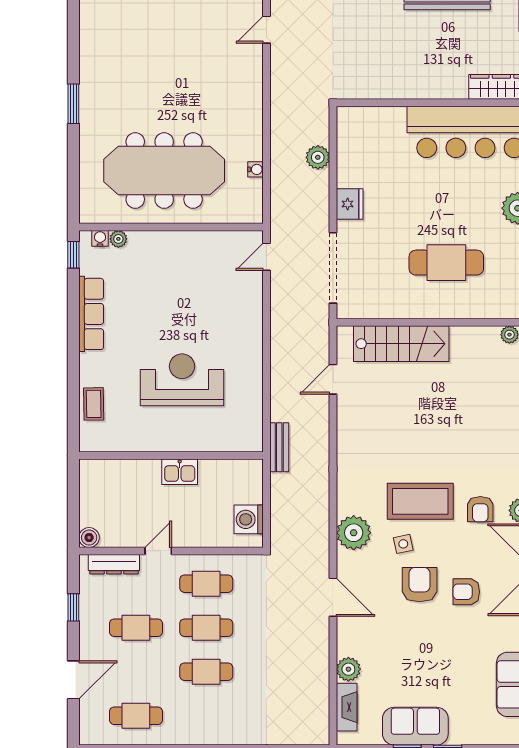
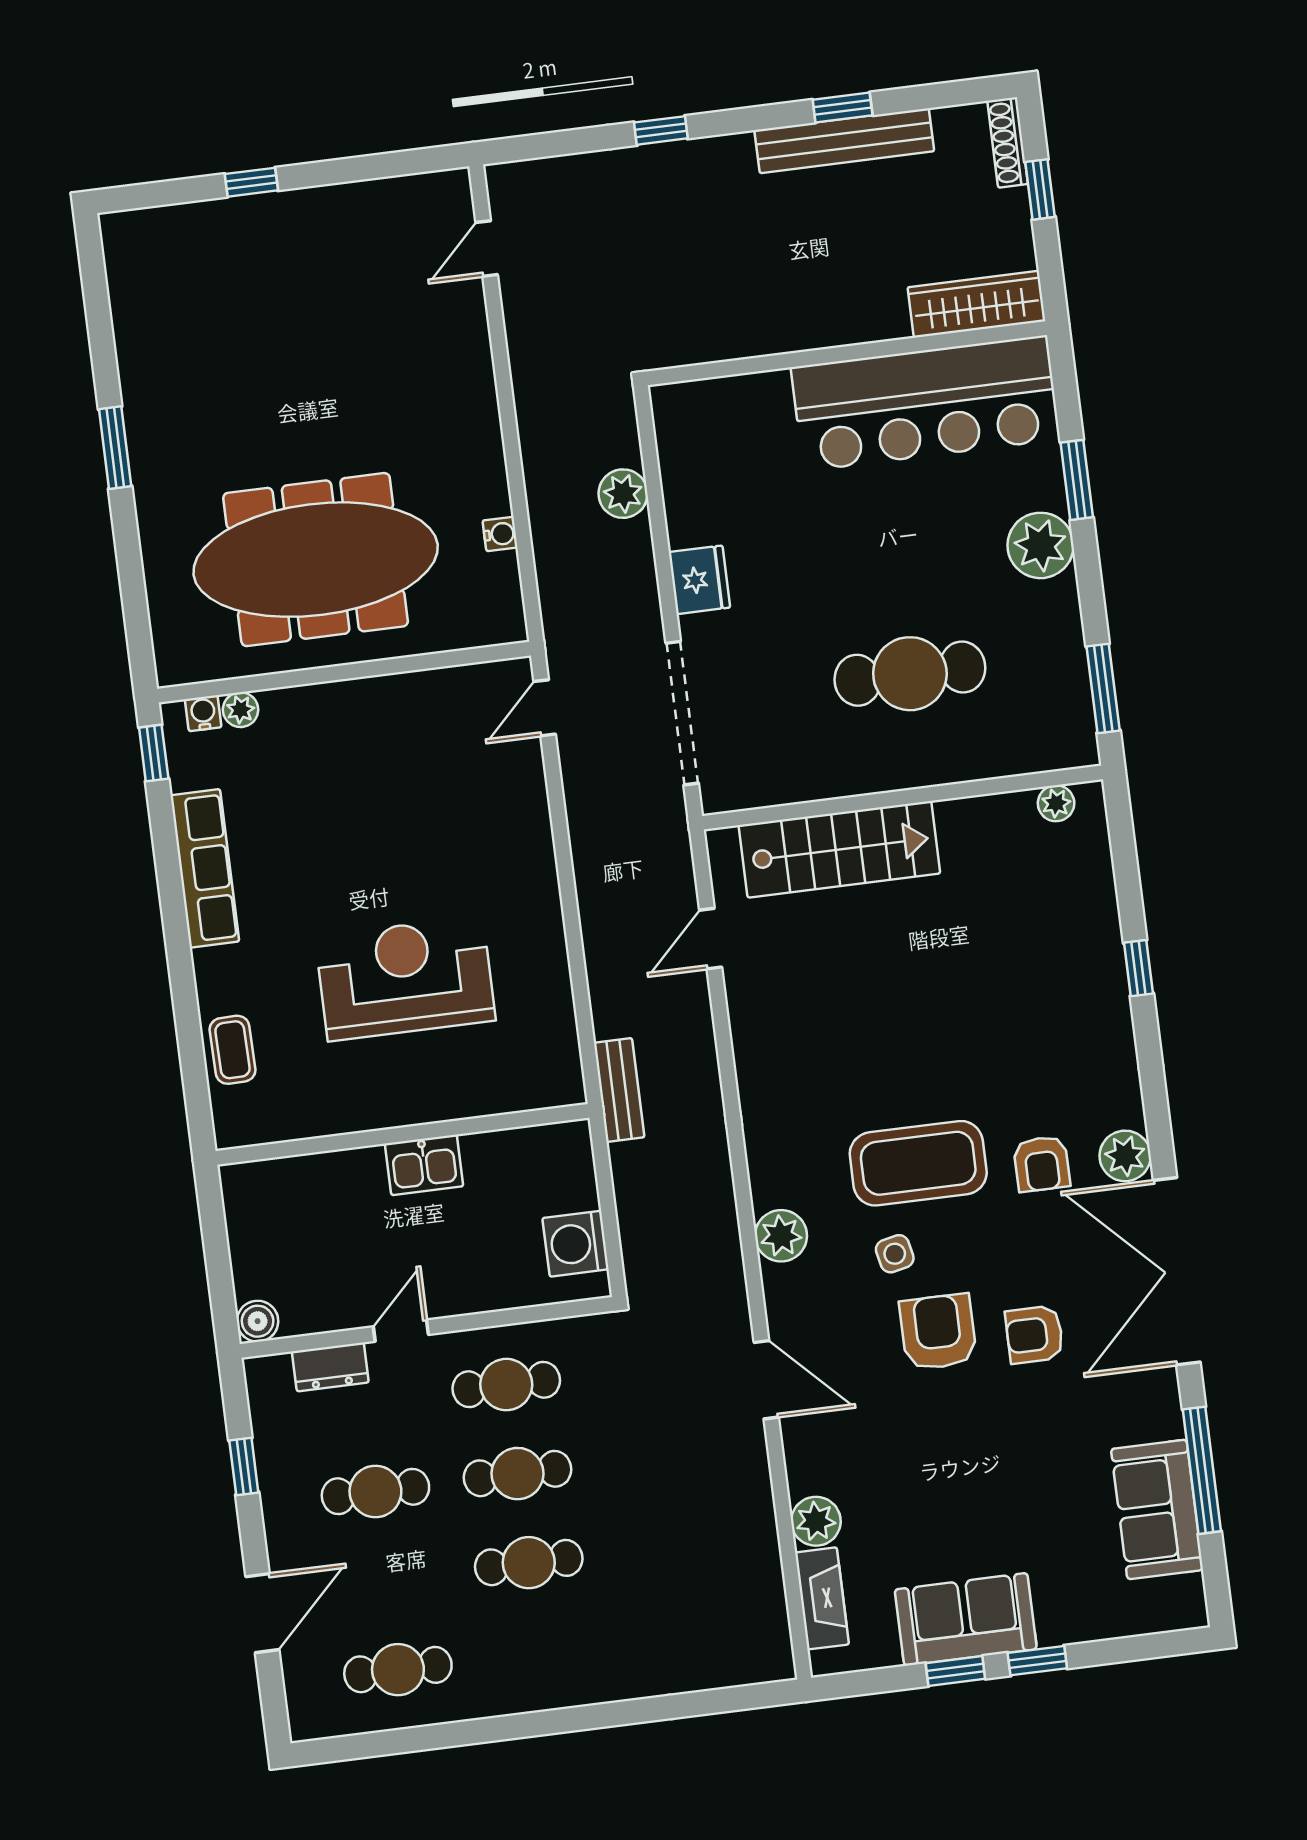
plant: (354, 533) -> (781, 1236), width x0.73, depth x0.73
dresser: (114, 564) -> (330, 1367), width x0.70

